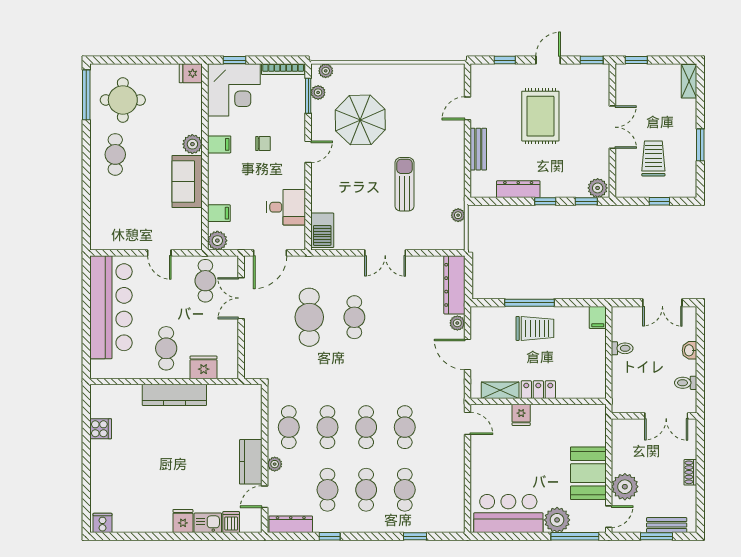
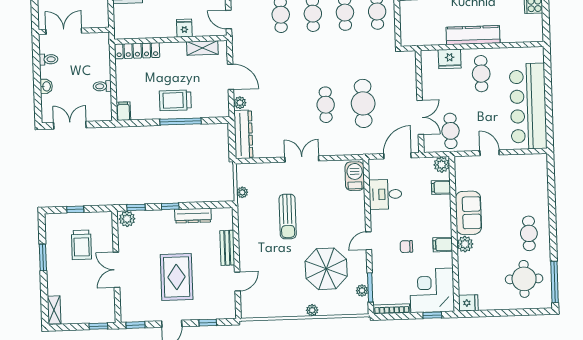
plant: (326, 71) -> (312, 310), moved
locker: (538, 390) -> (137, 51), moved, width x1.53

